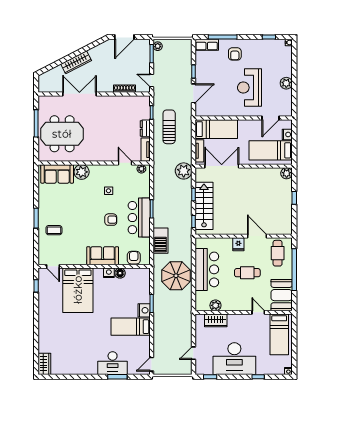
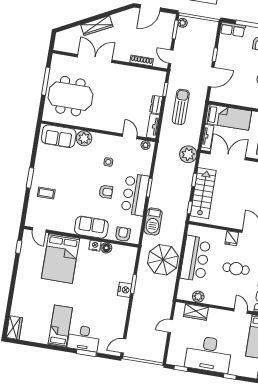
bed: (131, 327) -> (60, 326), moved, turned 90
door: (193, 353) -> (170, 326), moved

